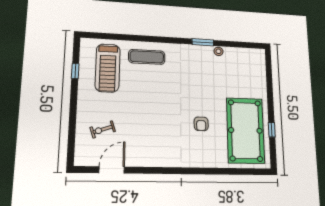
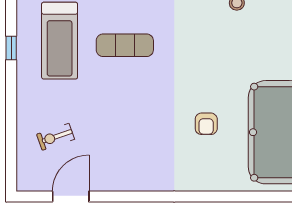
exercise mat: (147, 57) -> (125, 45), moved

